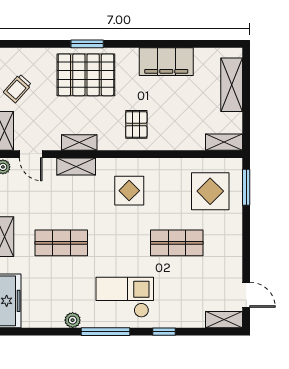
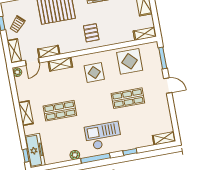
shelving: (79, 143) -> (49, 52), moved
door: (31, 154) -> (32, 62), hinge flipped
display table: (210, 191) -> (130, 61), moved
door: (246, 295) -> (168, 86), moved

